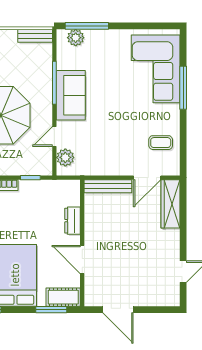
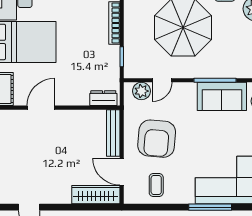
sofa: (71, 95) -> (222, 96), moved
door: (54, 136) -> (162, 80), swing flipped
armchair: (114, 142) -> (157, 139), added
dresser: (73, 221) -> (103, 98), moved

